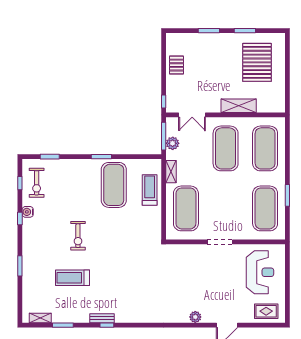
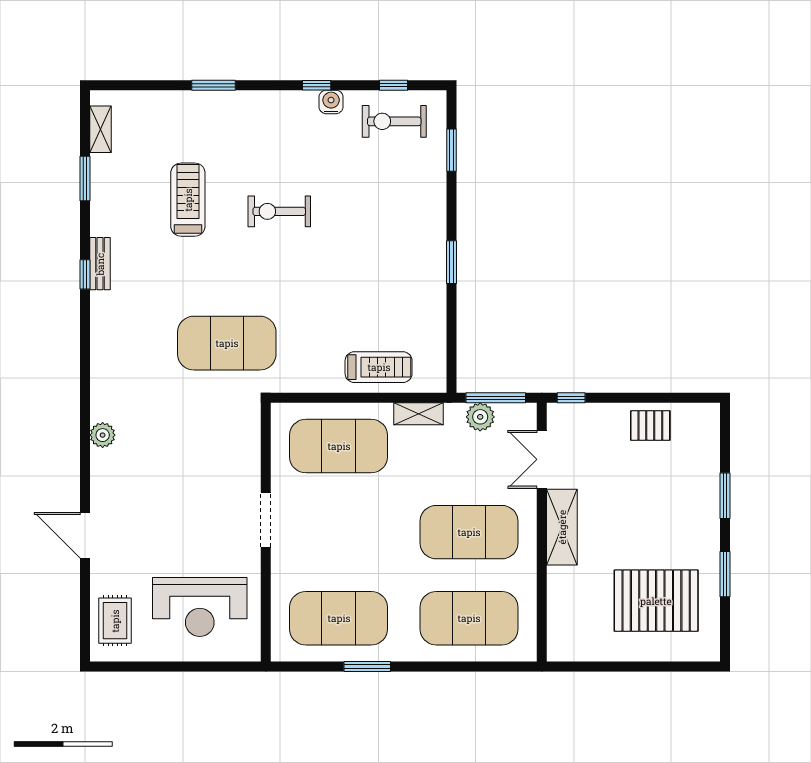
shelving: (239, 106) -> (562, 527), moved
exercise mat: (114, 185) -> (227, 343), moved
plant: (195, 317) -> (103, 435), moved

